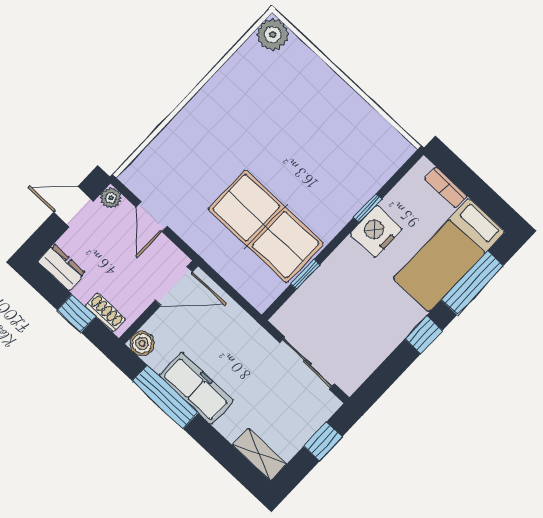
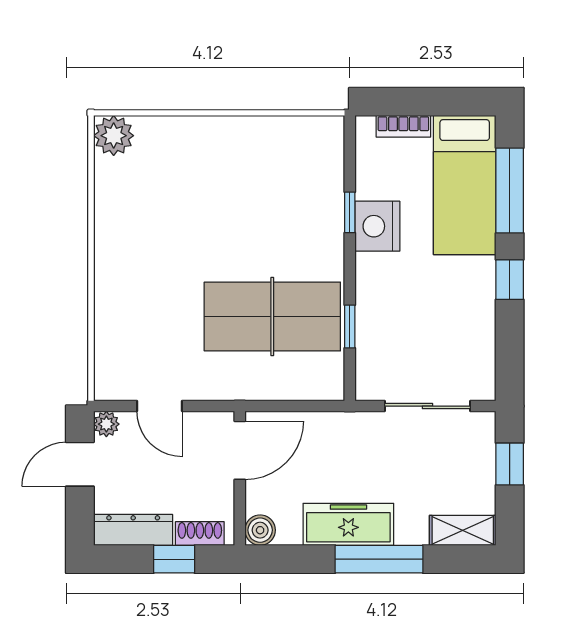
dresser: (62, 267) -> (133, 530), width x1.44
window: (165, 397) -> (379, 559), moved

